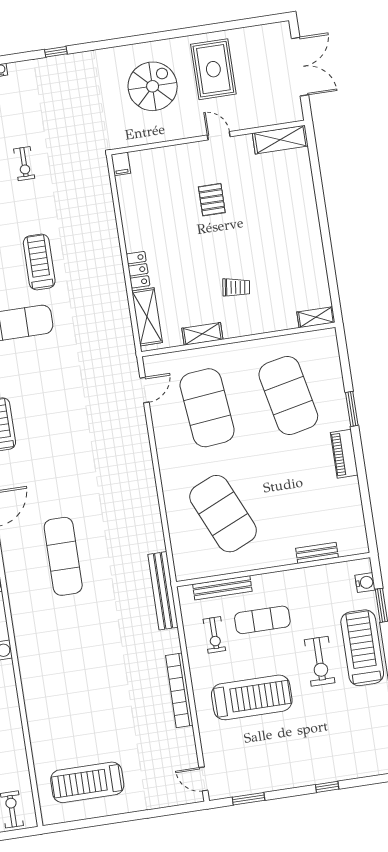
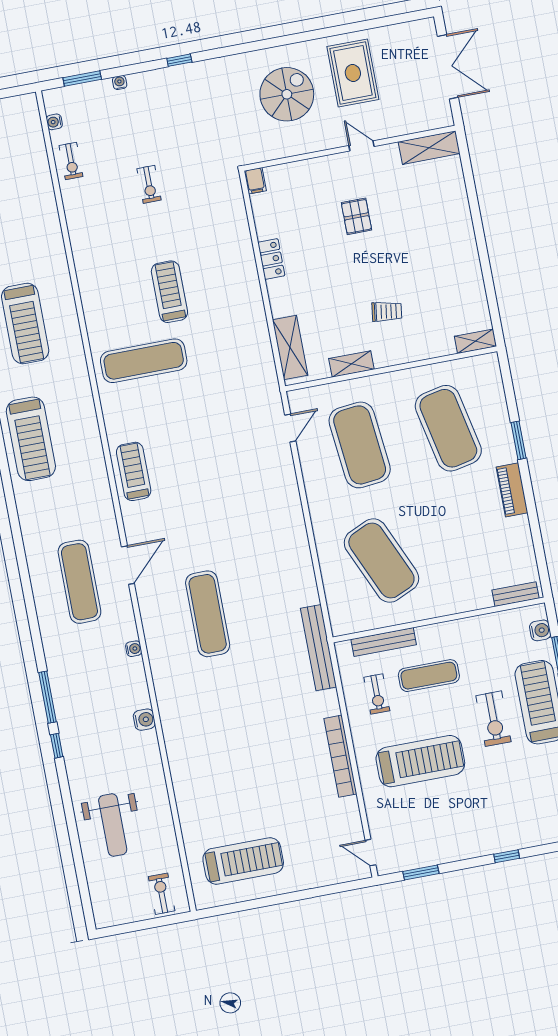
locker: (138, 270) -> (271, 259), moved
bench: (317, 553) -> (516, 594), moved
treadmill: (87, 782) -> (243, 861), turned 180

